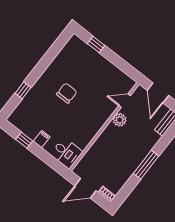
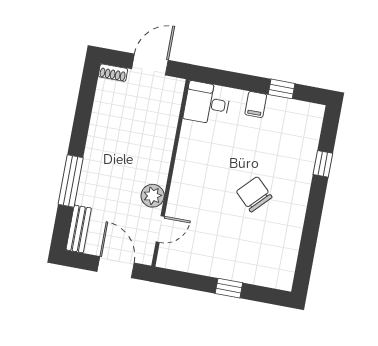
window: (96, 44) -> (229, 288), moved
chair: (67, 93) -> (254, 194), turned 134
window: (146, 165) -> (71, 181), moved

